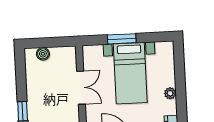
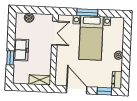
double door: (81, 88) -> (55, 33), moved
freezer: (36, 99) -> (21, 50), added

